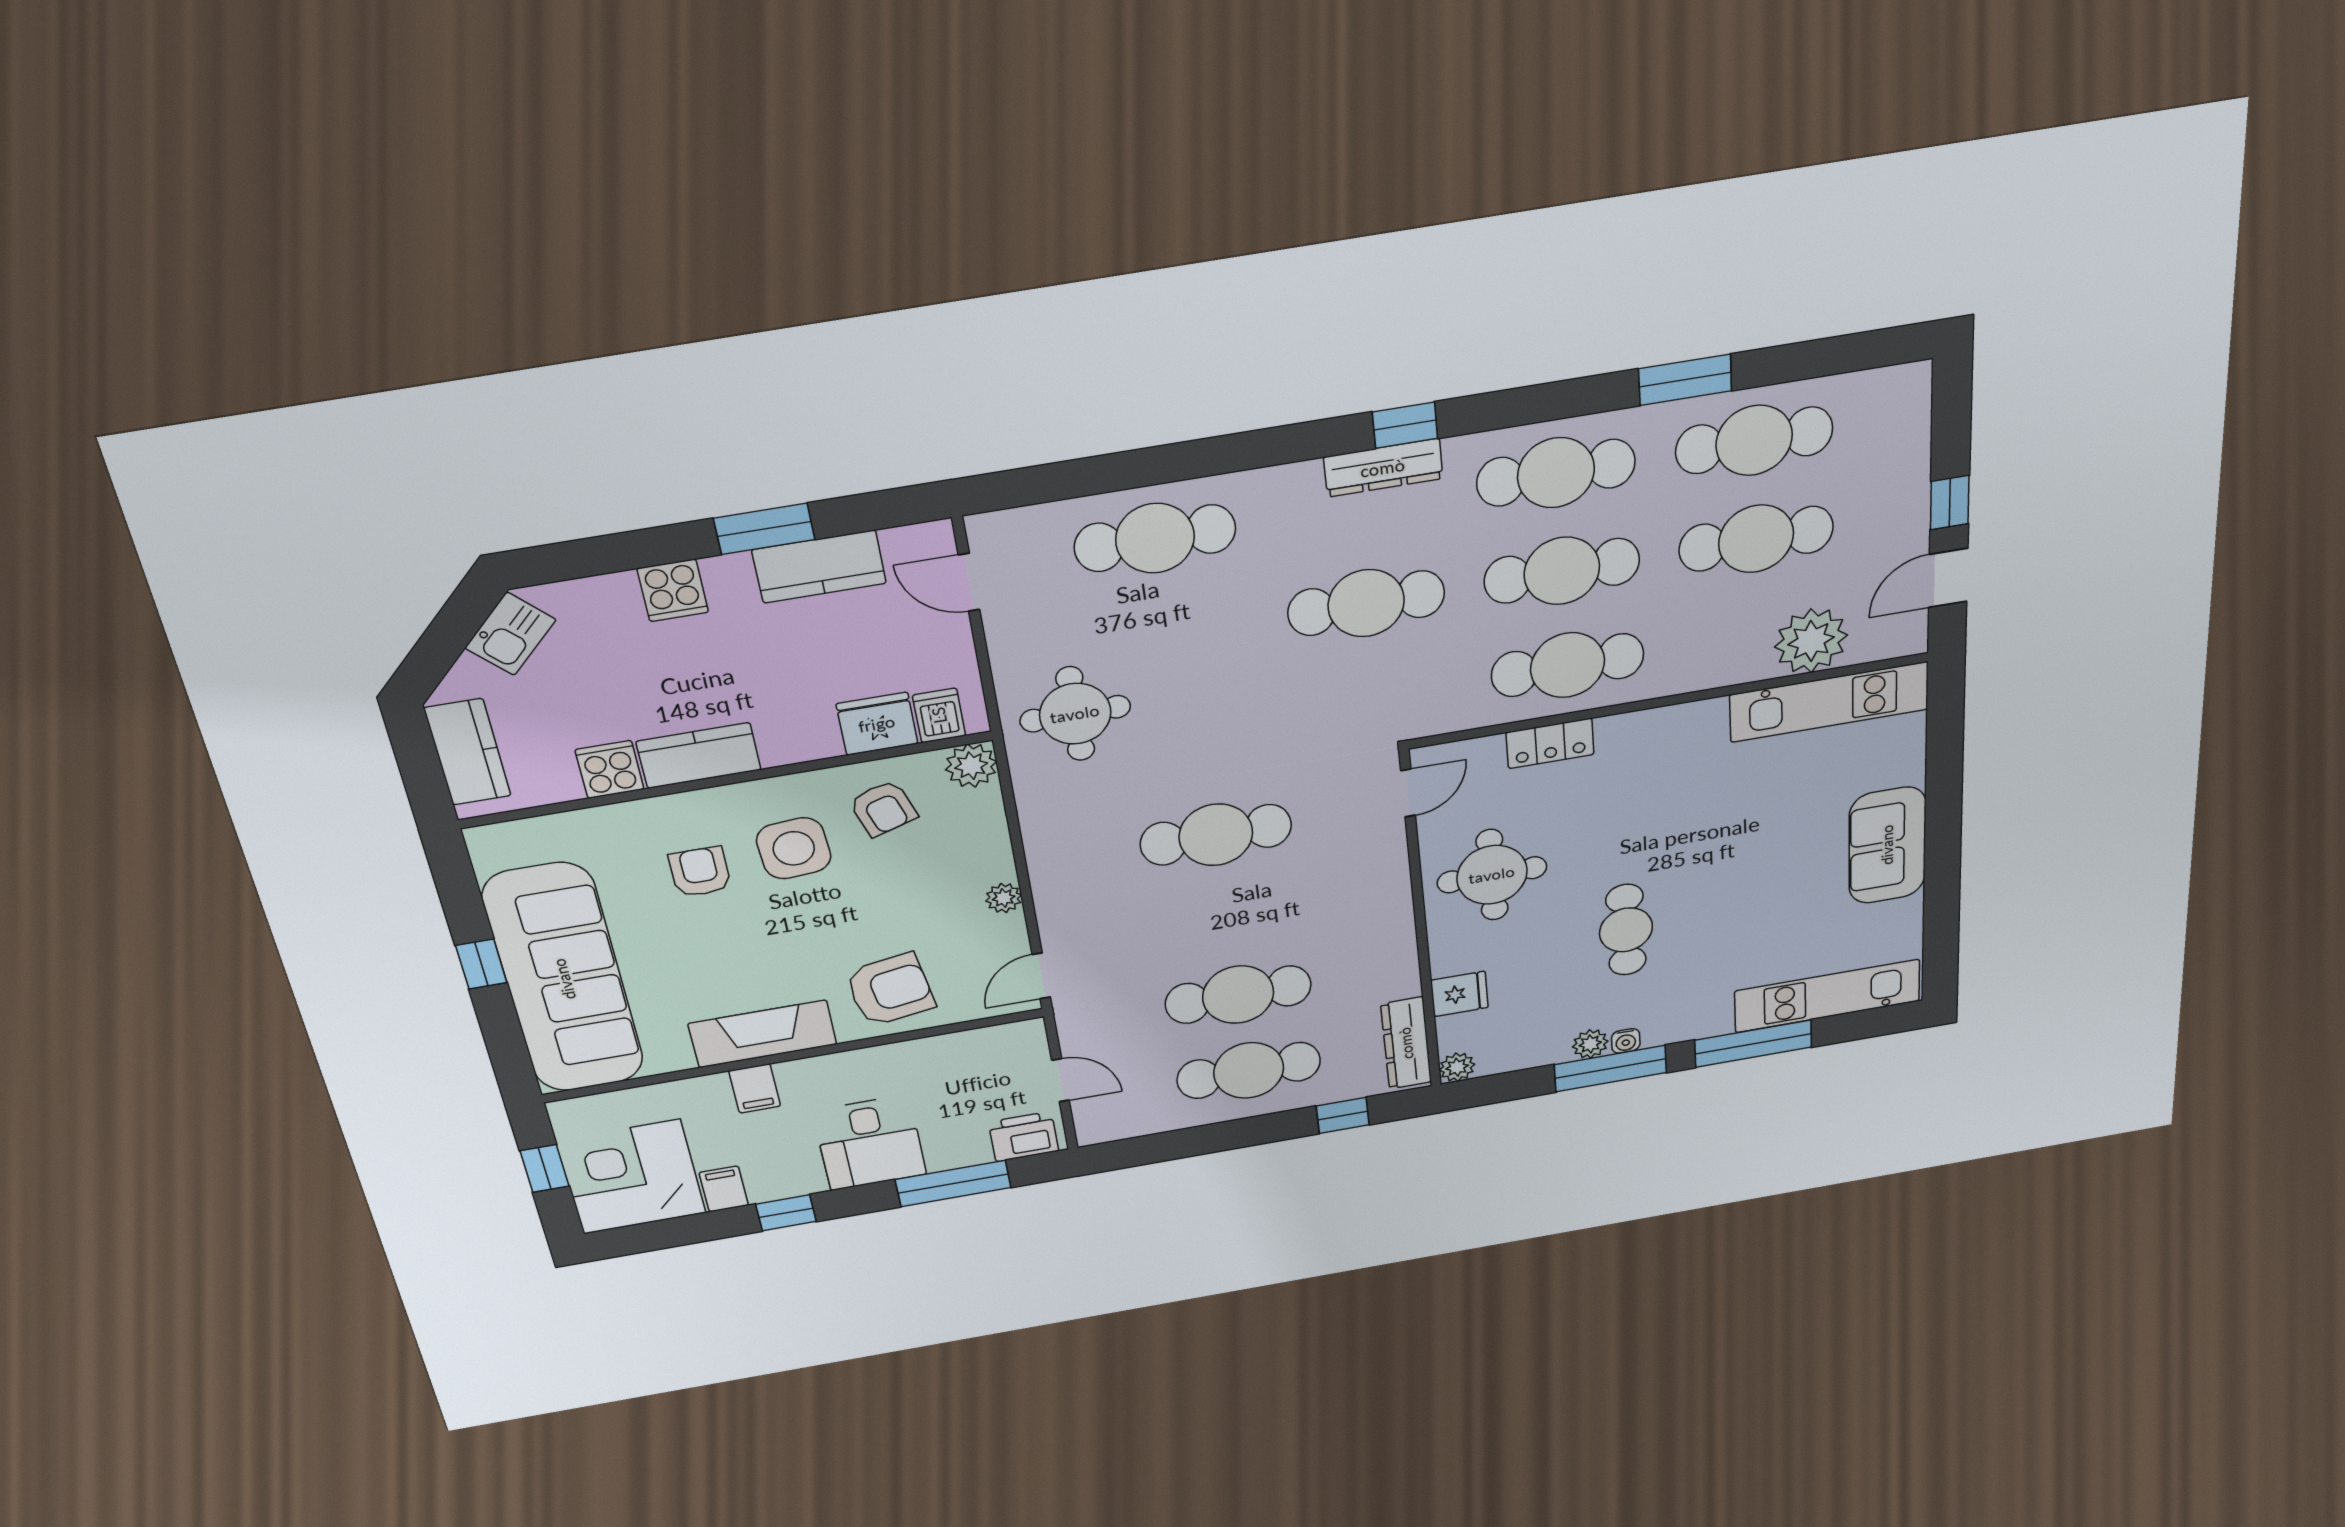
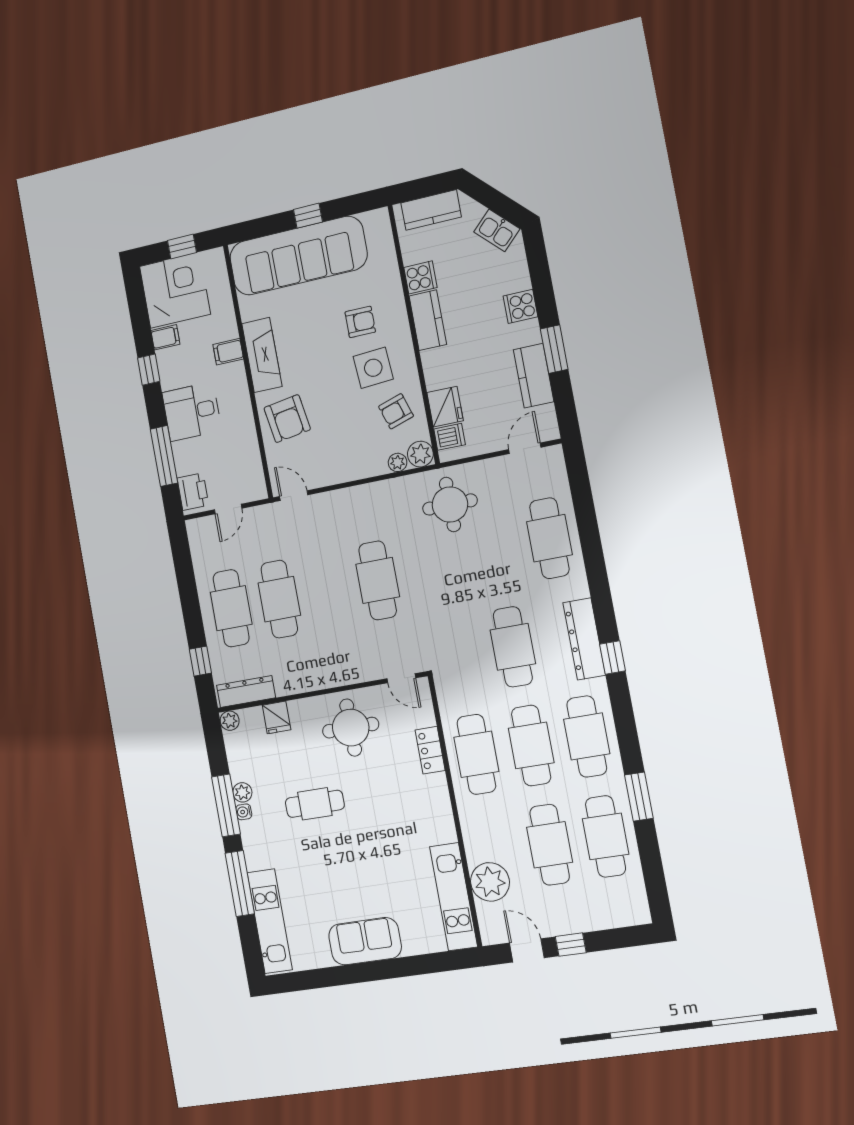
dresser: (1383, 468) -> (584, 639), width x1.37, depth x1.24
plant: (1004, 898) -> (398, 462), moved

